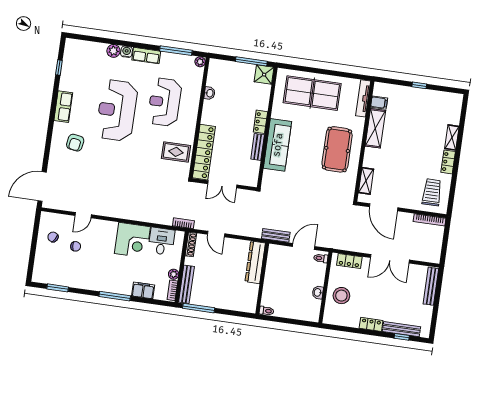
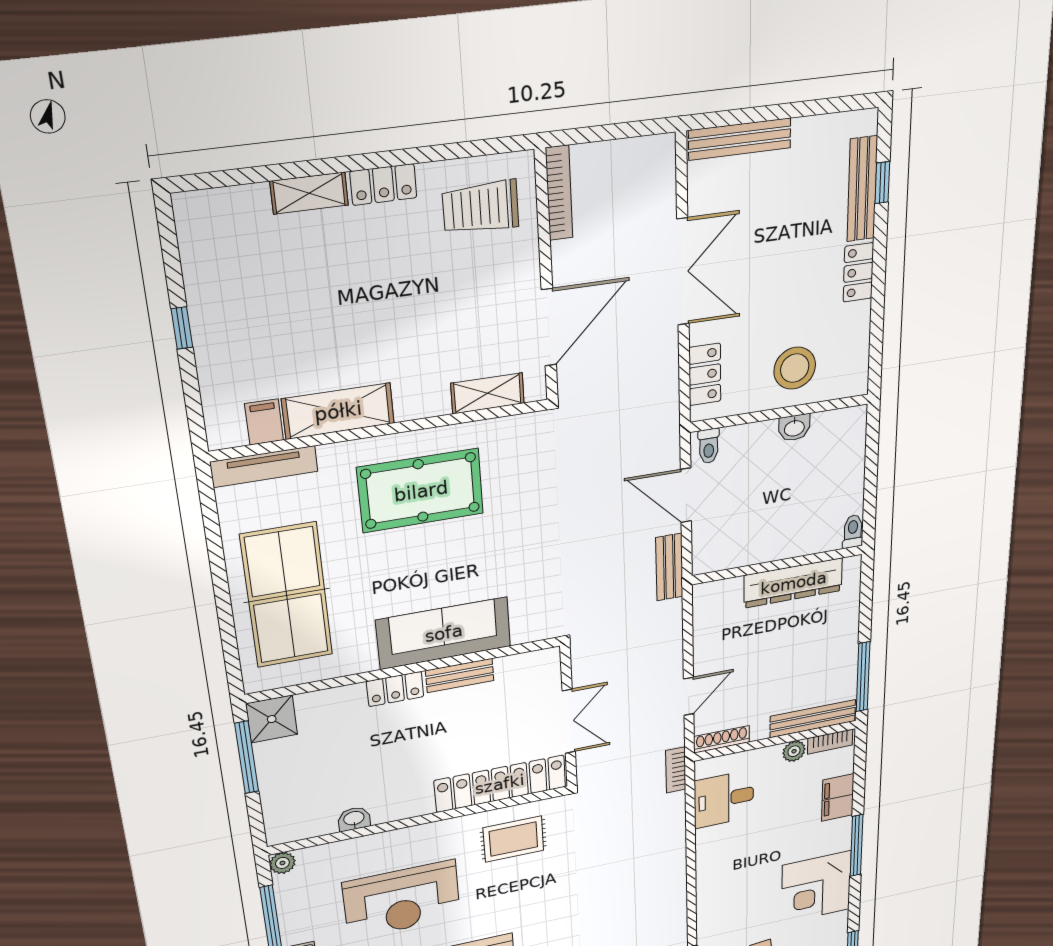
rug: (176, 152) -> (513, 839), turned 90
corner desk: (132, 240) -> (816, 887), moved, turned 180
dresser: (255, 262) -> (793, 583), moved

